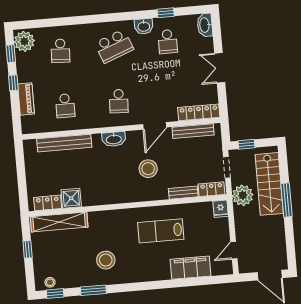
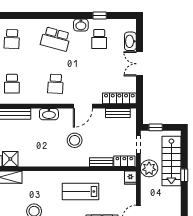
washbasin: (205, 25) -> (130, 41), moved
school desk: (114, 46) -> (56, 39), turned 36
bench: (193, 131) -> (118, 113), width x0.73
window: (286, 200) -> (184, 175), width x0.46

